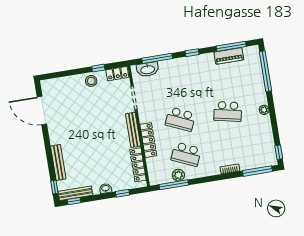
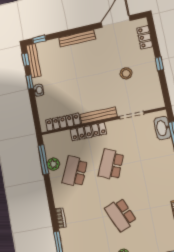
window: (98, 68) -> (159, 64), moved
locker: (117, 74) -> (145, 37), moved
stool: (91, 81) -> (126, 73), moved
school desk: (228, 111) -> (121, 215), turned -36
bench: (58, 162) -> (77, 38), moved
window: (123, 193) -> (30, 82), moved

